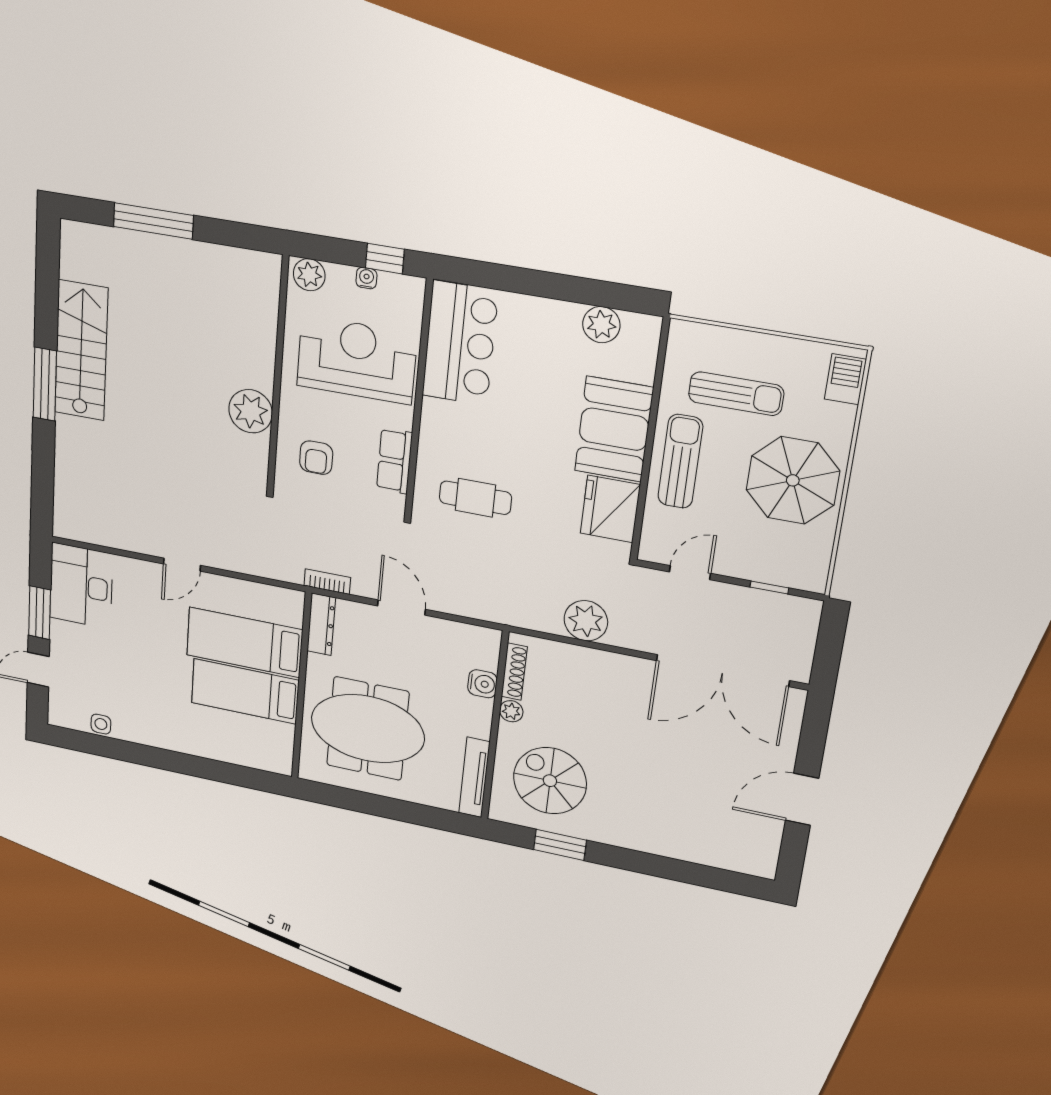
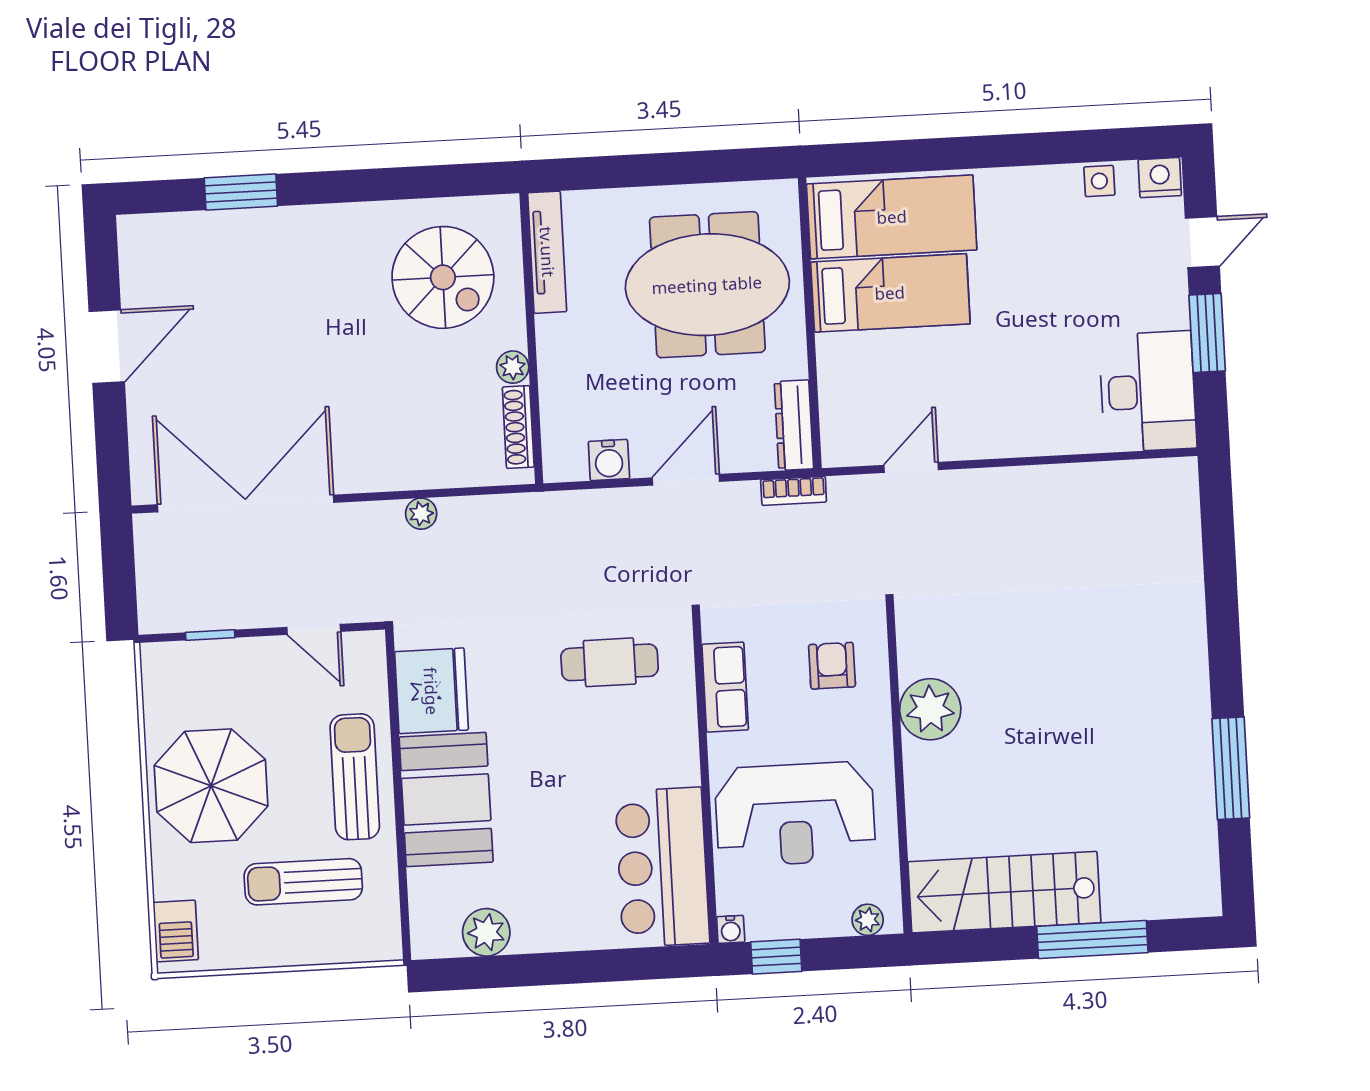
plant: (309, 275) -> (868, 920), width x0.73, depth x0.73
water cooler: (366, 278) -> (731, 929), moved
stairs: (81, 351) -> (1004, 892), moved, turned 90
window: (45, 384) -> (1231, 768), moved
sun lounger: (680, 461) -> (355, 777), turned 180
door: (182, 565) -> (911, 467), moved
door: (690, 573) -> (314, 629), hinge flipped
door: (401, 608) -> (686, 480), swing flipped
plant: (586, 621) -> (421, 514), width x0.53, depth x0.53
bed: (244, 642) -> (892, 217), moved
water cooler: (482, 684) -> (609, 460), moved, turned -90
nightstand: (62, 716) -> (1160, 178), added
window: (560, 845) -> (241, 192), moved

